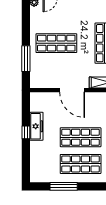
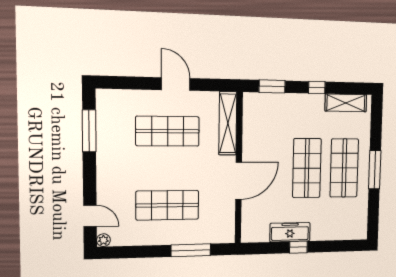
shop shelf: (56, 43) -> (167, 205), turned 90
window: (64, 186) -> (375, 170), moved

